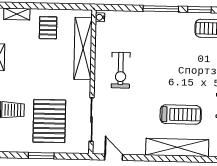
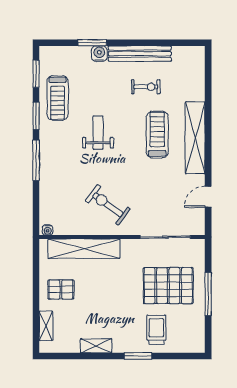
weight bench: (184, 63) -> (98, 133), added
exercise bike: (121, 70) -> (108, 205), turned -143
window: (41, 156) -> (208, 294), width x1.44
door: (114, 157) -> (208, 197), moved

